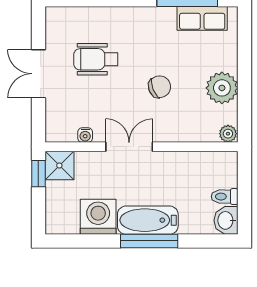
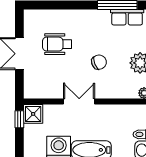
water cooler: (85, 135) -> (50, 94), removed

